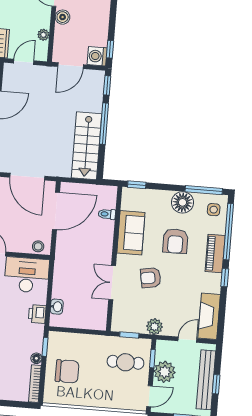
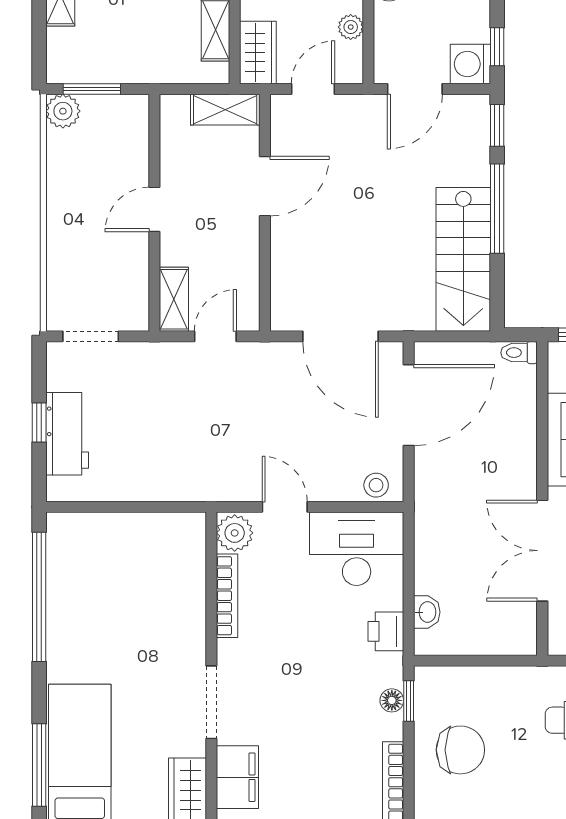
toilet: (107, 214) -> (519, 353), moved
double door: (112, 283) -> (542, 551), width x1.37
floor lamp: (36, 358) -> (392, 700), moved

